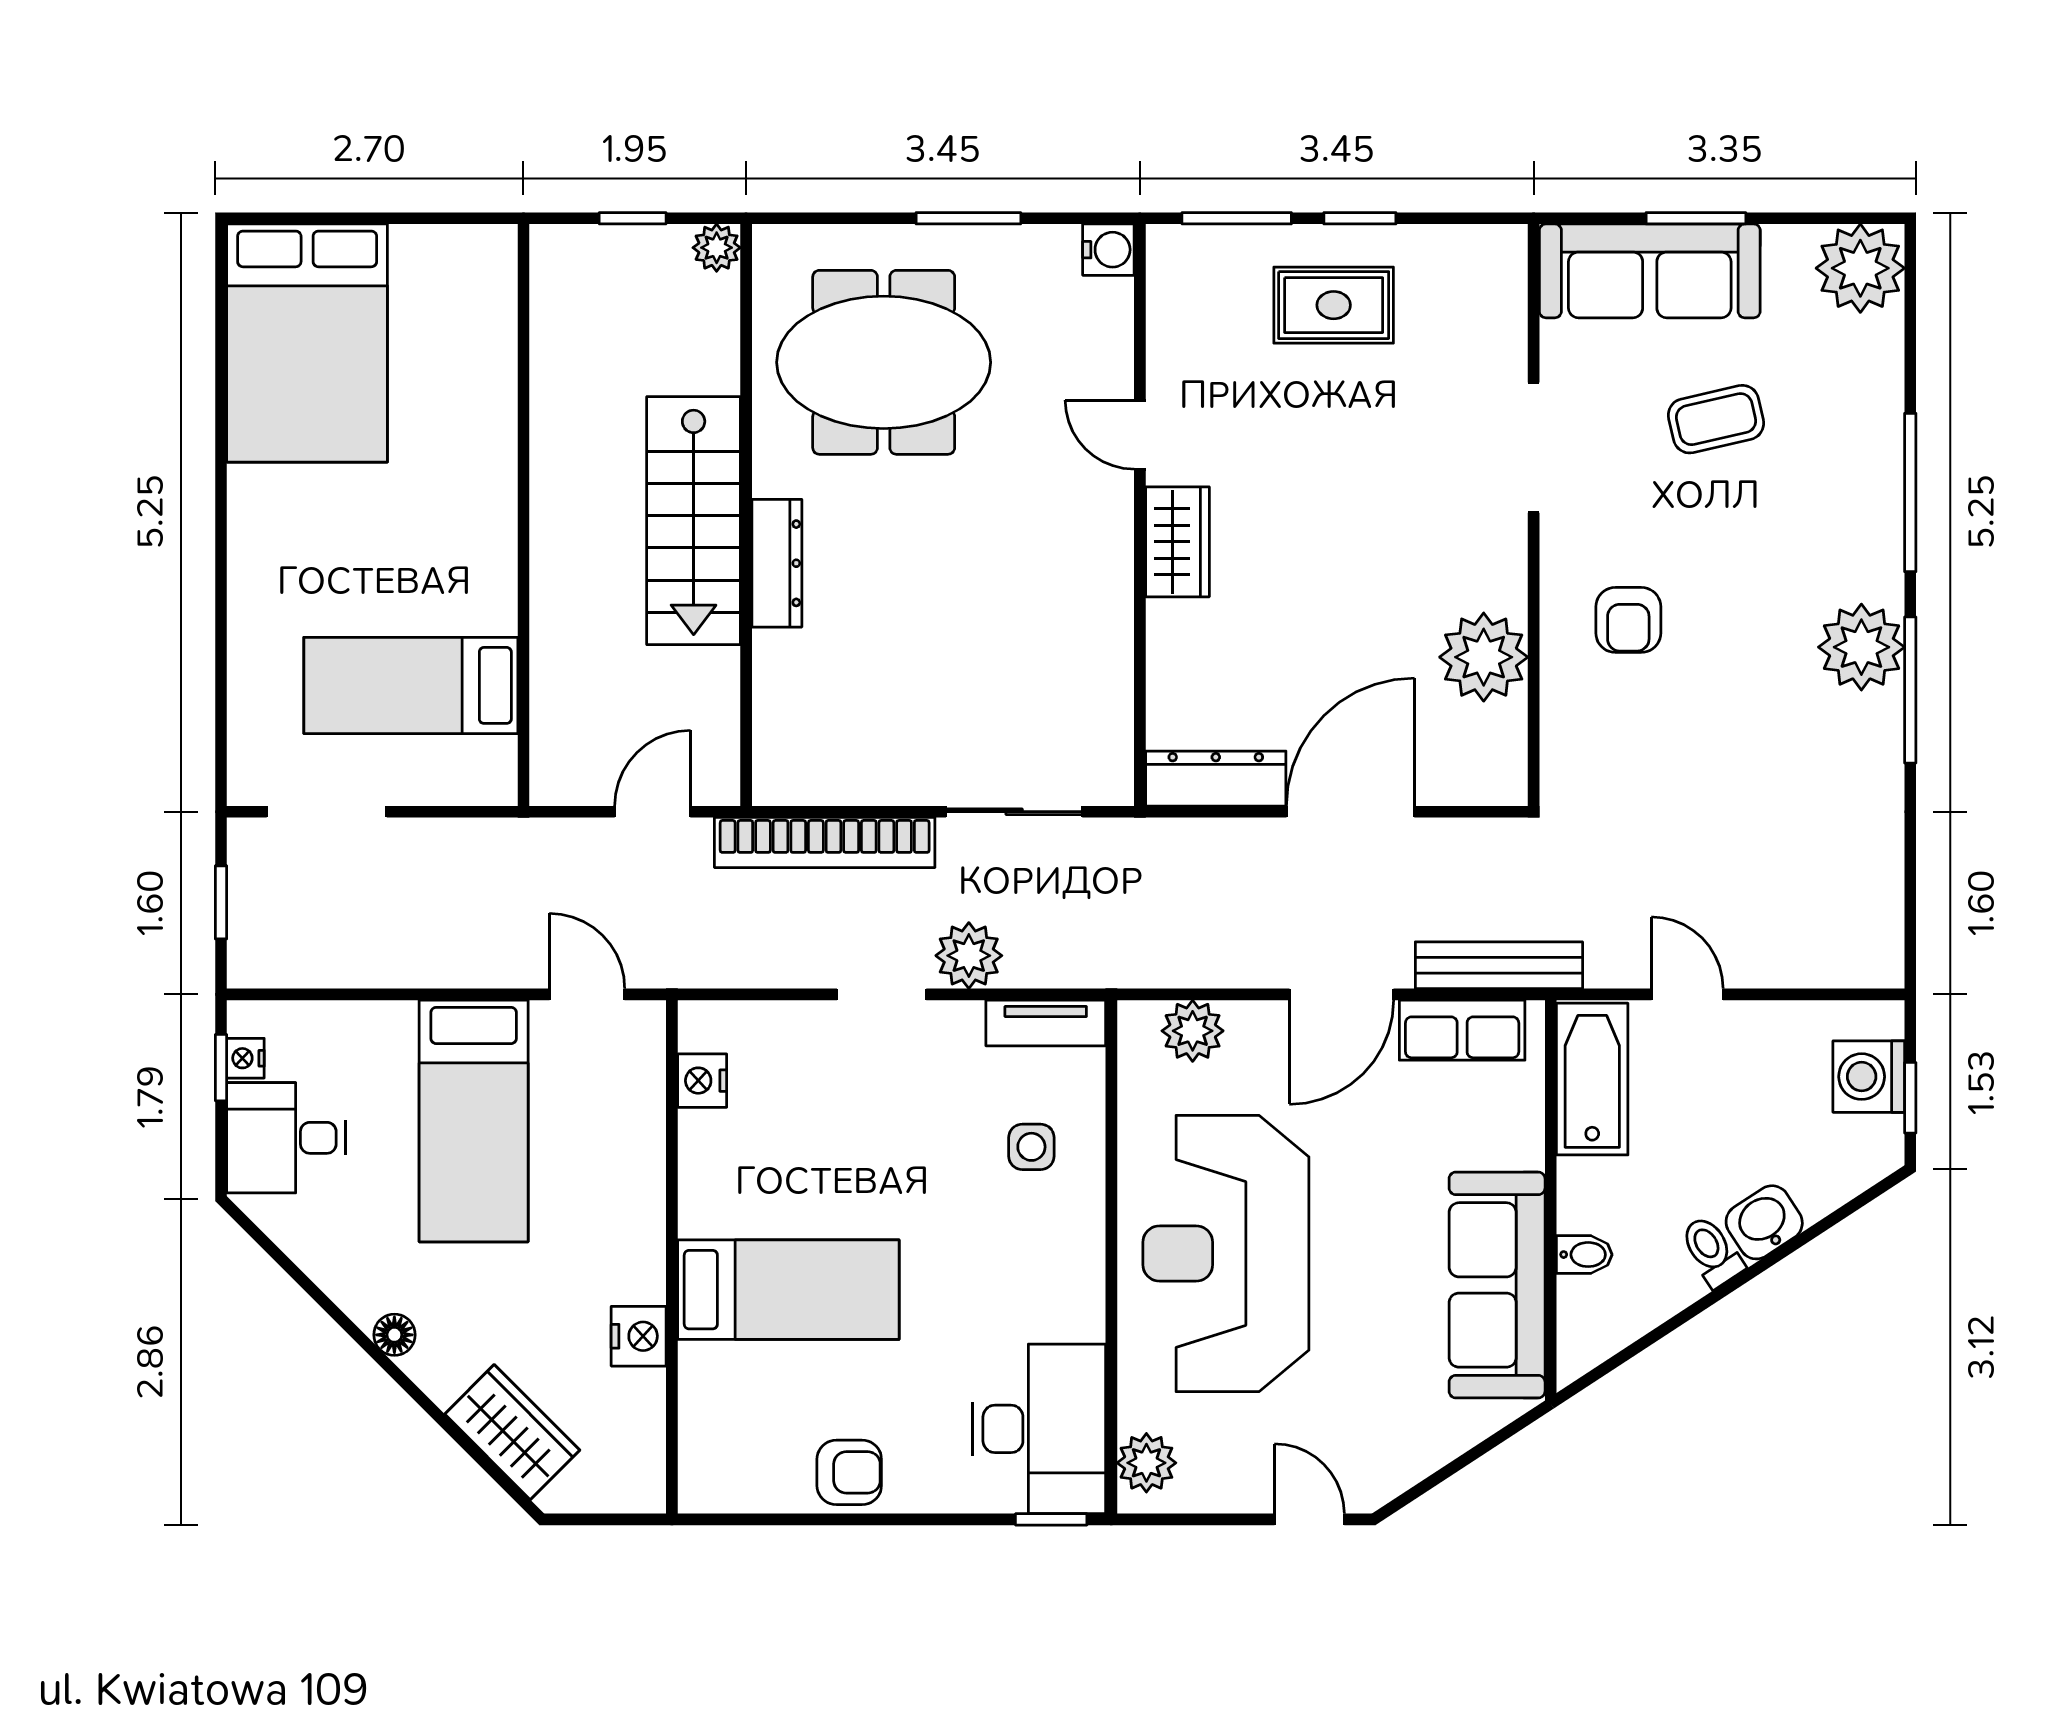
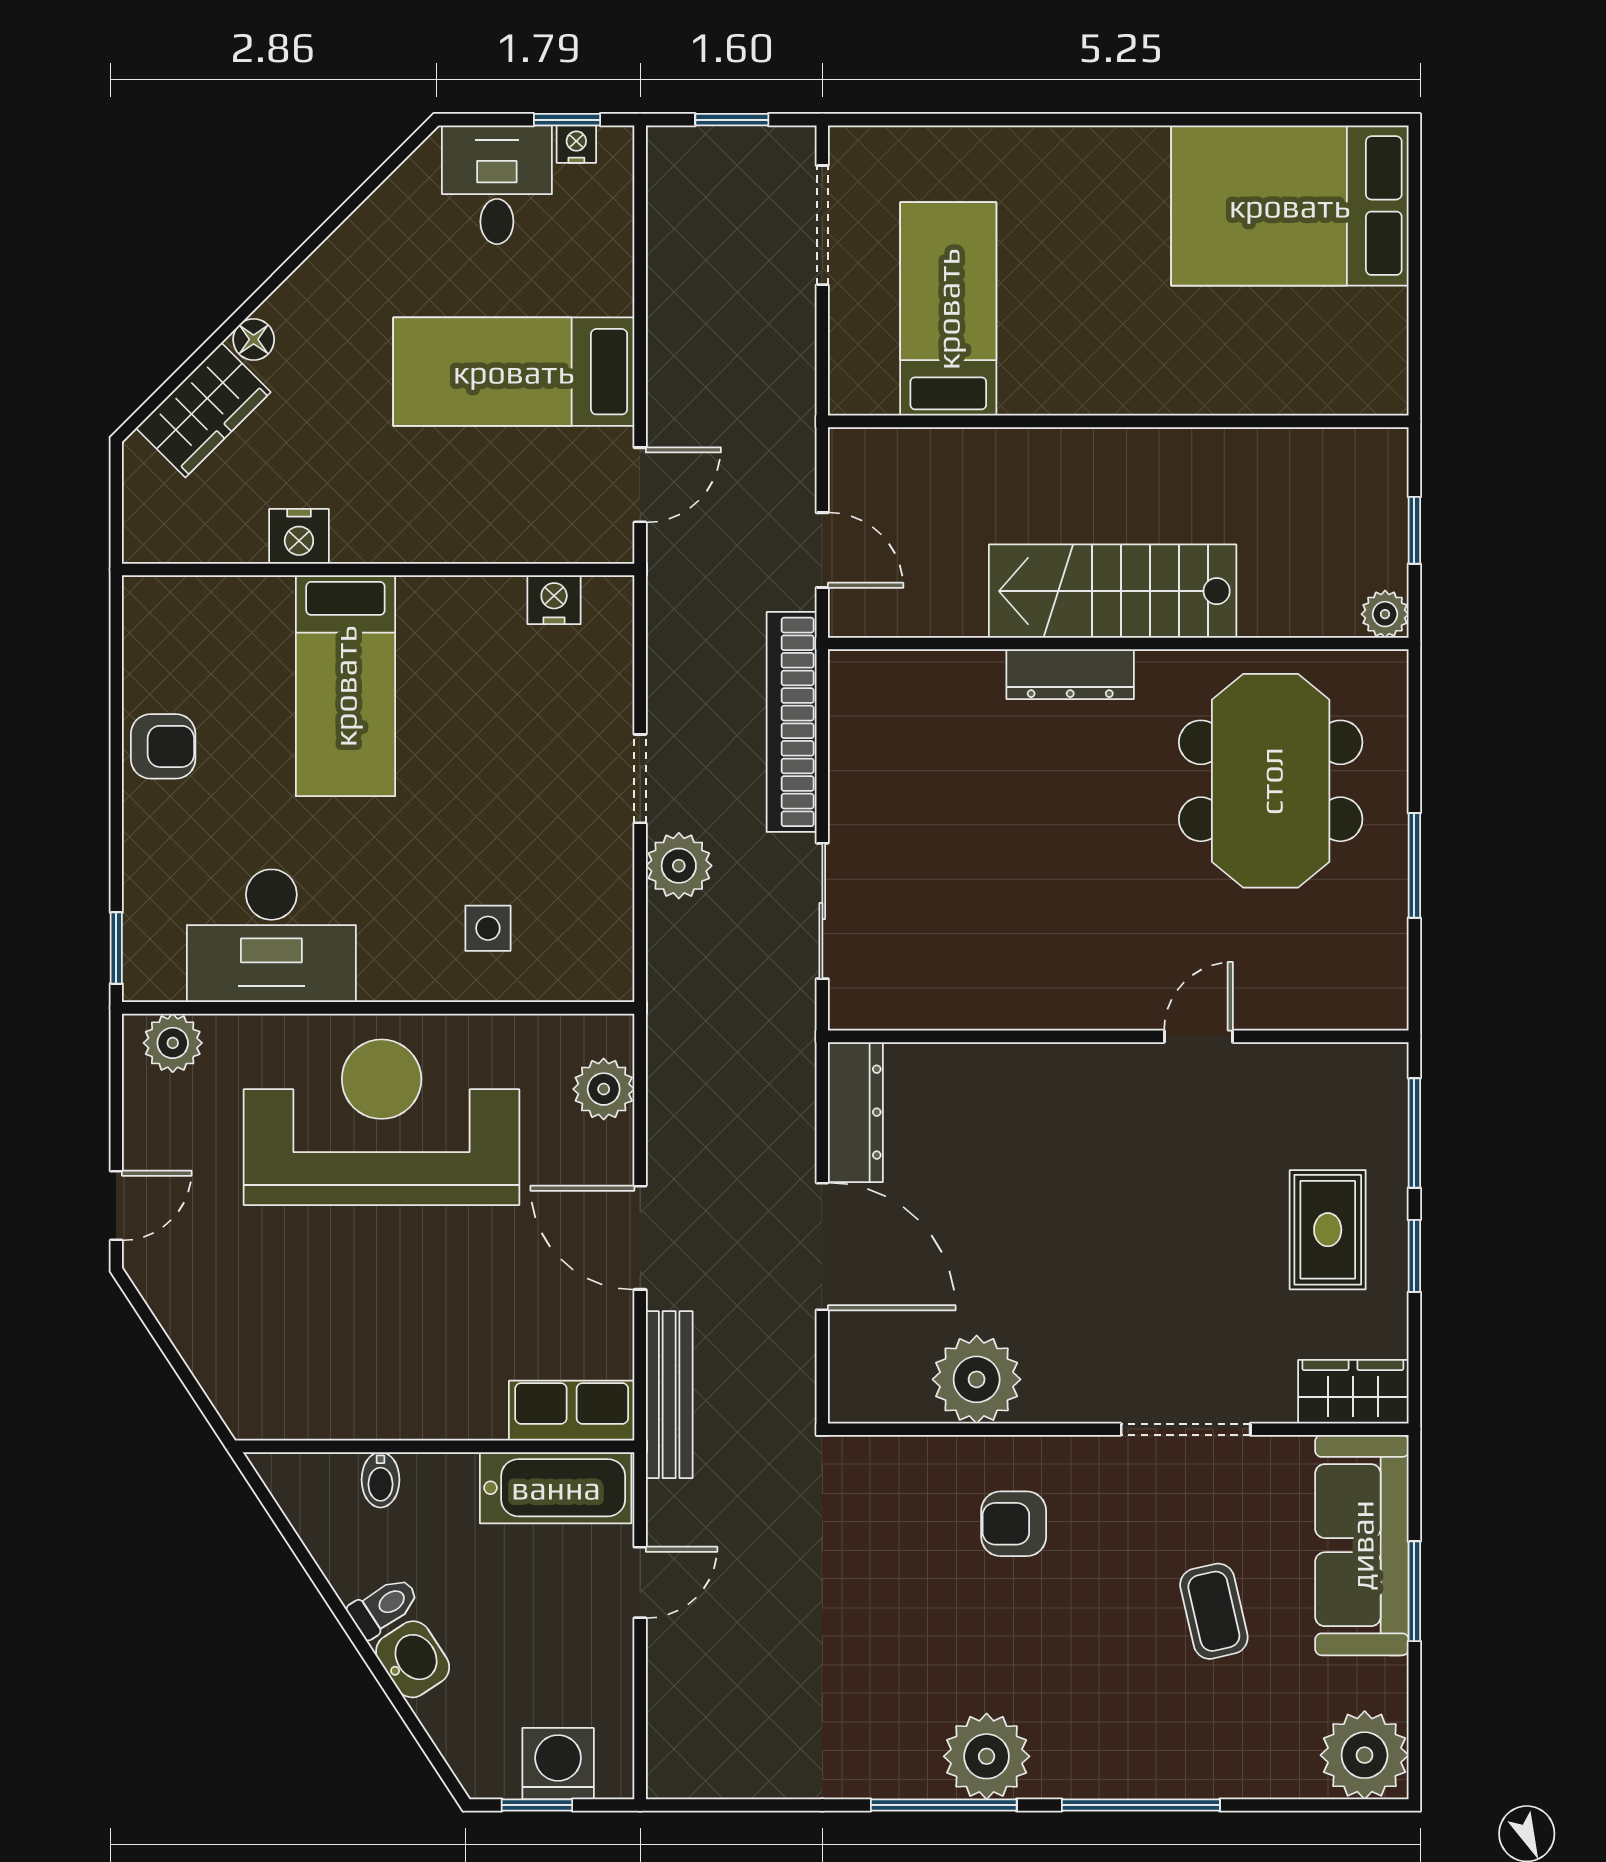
water cooler: (1108, 250) -> (1383, 1005), removed
wardrobe: (1177, 542) -> (1353, 1392), moved, turned 180
tv unit: (1046, 1023) -> (612, 942), removed
row of seats: (1462, 1030) -> (572, 1411), moved, turned 90
sofa: (1497, 1285) -> (350, 1393), removed
floor lamp: (394, 1335) -> (254, 339), moved
desk: (1039, 1429) -> (271, 936), moved
armchair: (849, 1472) -> (163, 746), turned -90

